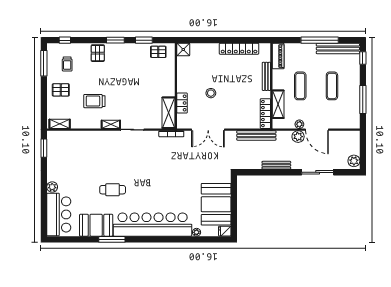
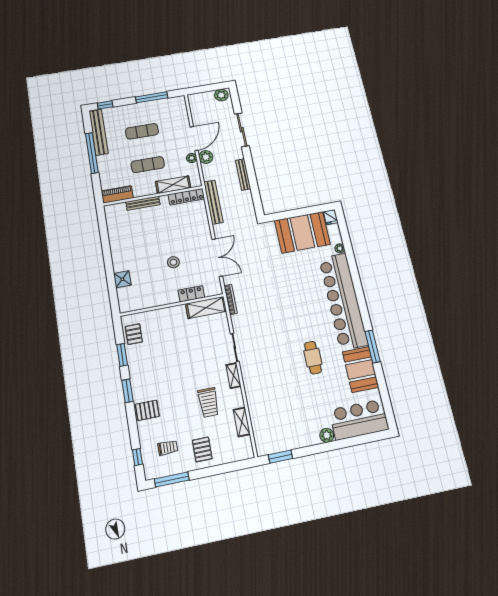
locker: (239, 49) -> (115, 240), removed
shower: (183, 50) -> (122, 279), moved
shelving: (60, 124) -> (242, 422), moved

